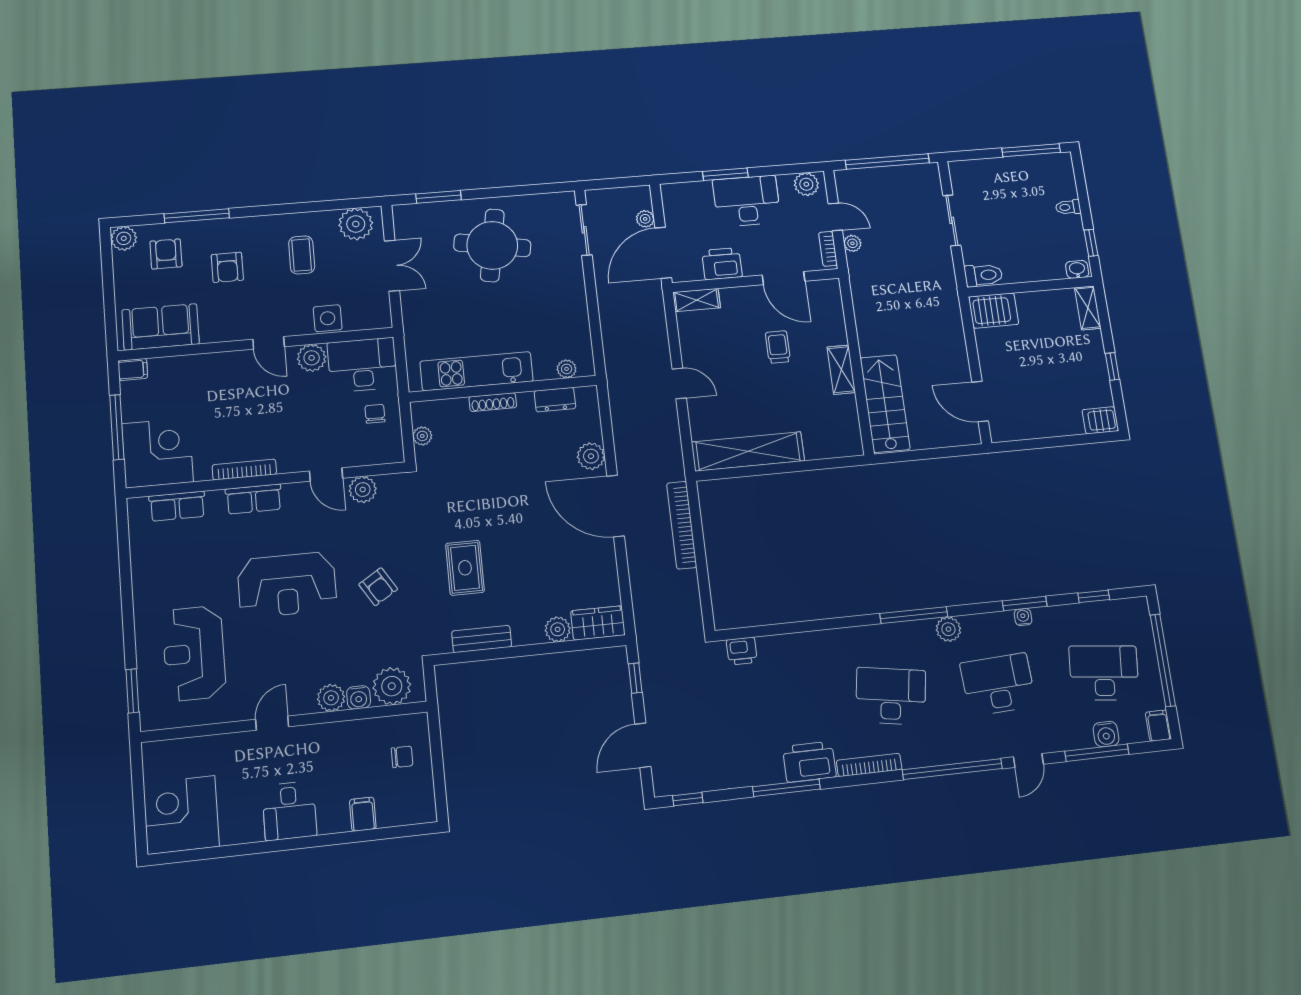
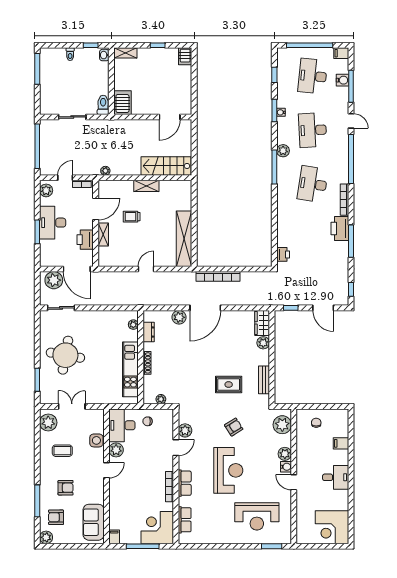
plant: (645, 219) -> (54, 280), width x1.88, depth x1.88
plant: (852, 243) -> (105, 171), moved
shelving: (697, 300) -> (103, 234), moved
water cooler: (359, 697) -> (286, 467), moved

